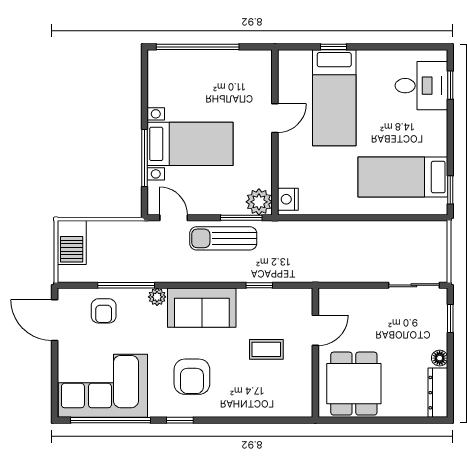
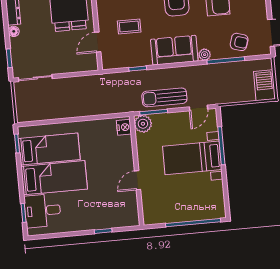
bed: (334, 98) -> (54, 178), moved, turned 90
door: (174, 218) -> (199, 108), hinge flipped
sun lounger: (223, 238) -> (164, 97), turned 180
armchair: (104, 311) -> (239, 42), turned 107

